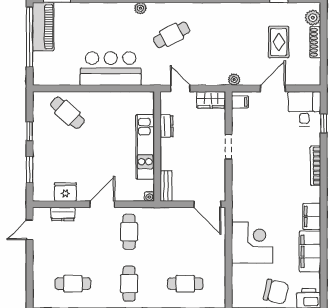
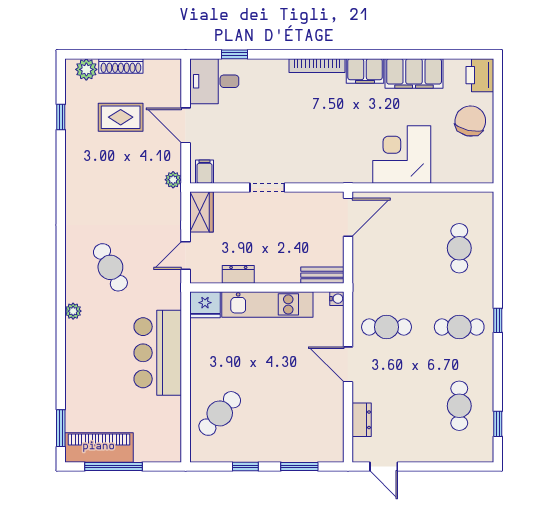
window: (30, 37) -> (113, 466), width x0.68
bookcase: (316, 166) -> (317, 66), moved
fridge: (65, 192) -> (205, 305), moved, turned -90

